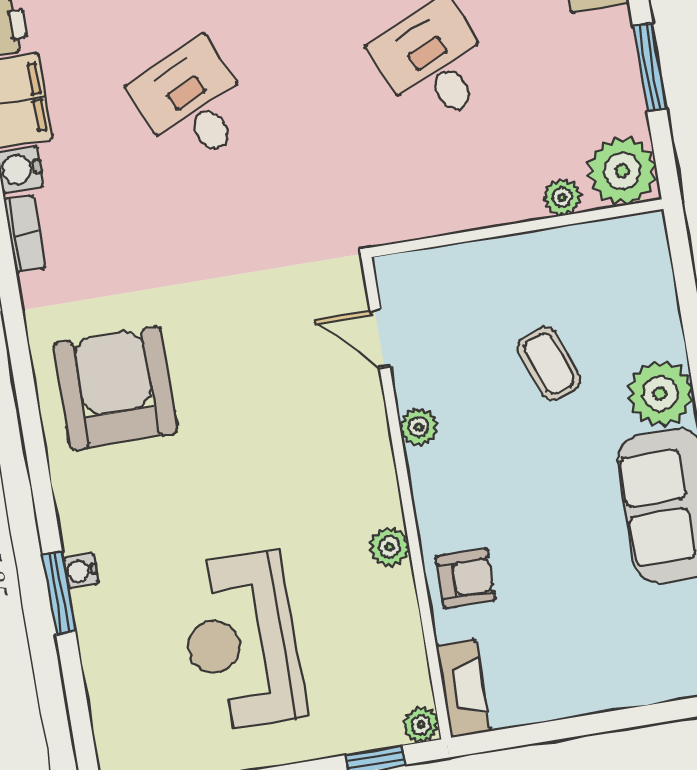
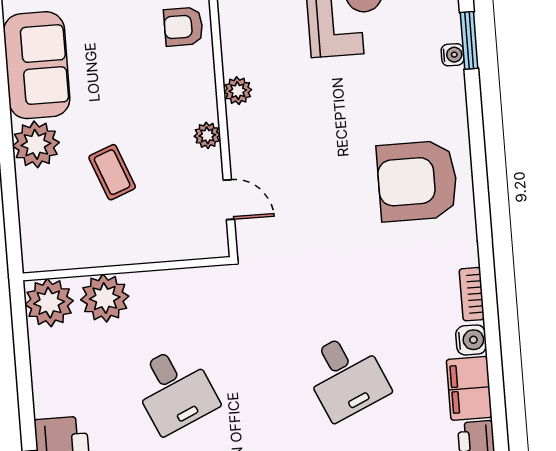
window: (650, 67) -> (24, 374), removed
plant: (562, 197) -> (105, 298), width x1.87, depth x1.87
armchair: (116, 388) -> (417, 181), turned 90
plant: (389, 547) -> (238, 91), moved

